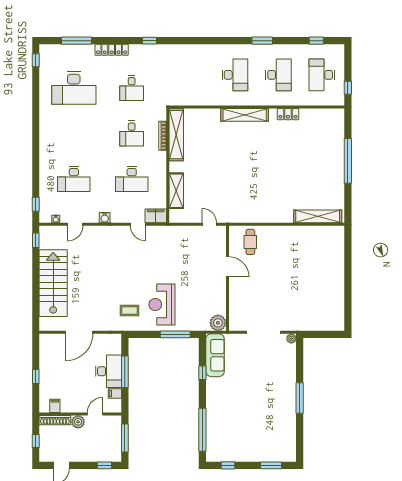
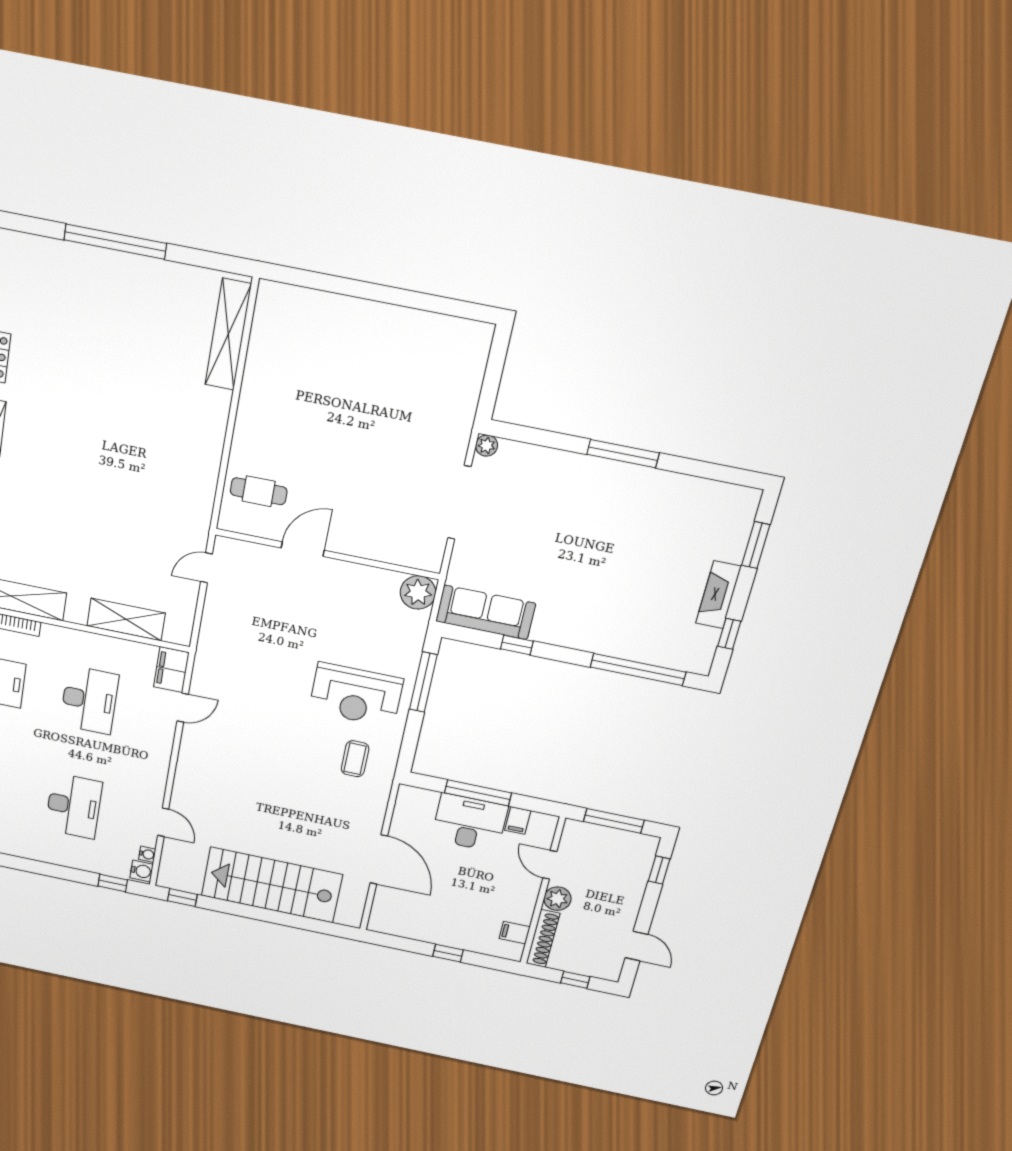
water cooler: (105, 218) -> (142, 871), moved
fireplace: (245, 456) -> (718, 595), added

